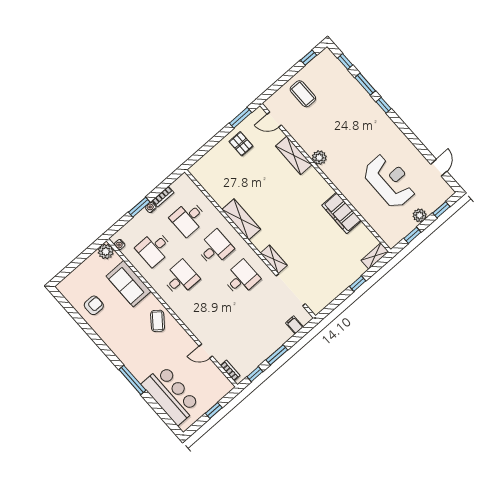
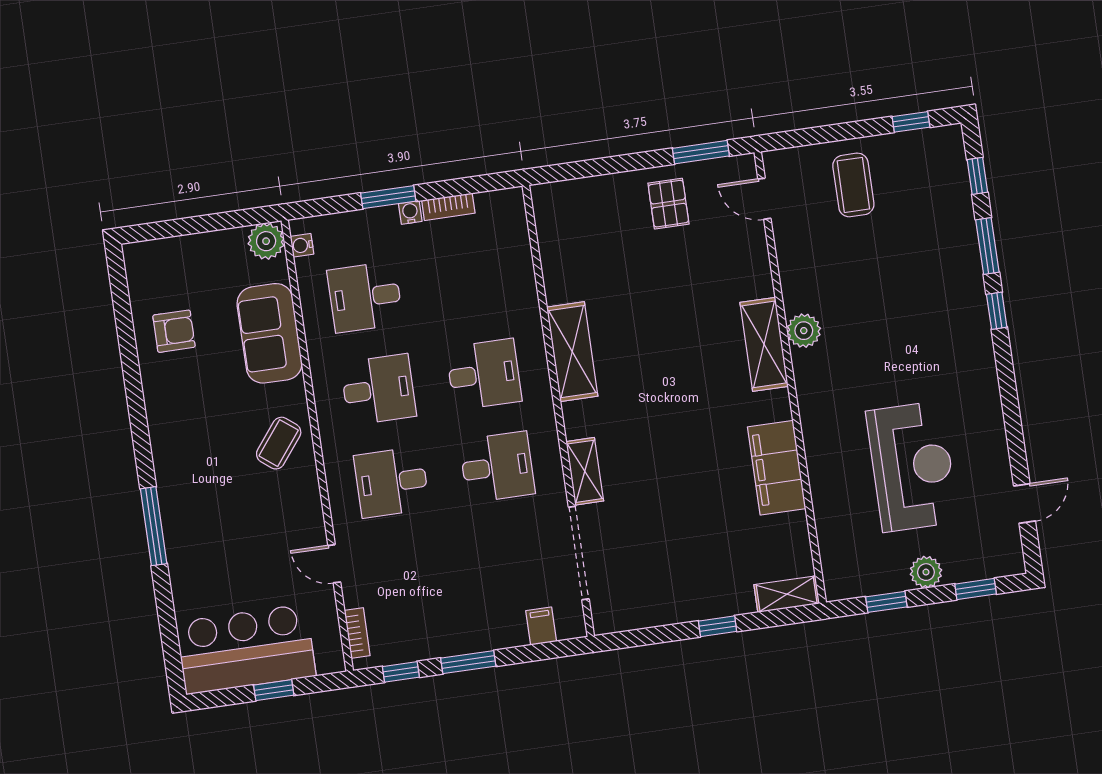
shelving: (294, 155) -> (764, 344), moved
desk: (188, 218) -> (392, 482), moved
bar counter: (171, 395) -> (246, 649), moved, turned -90

